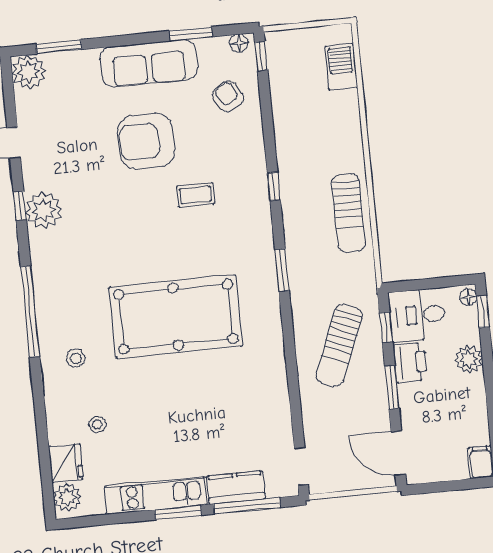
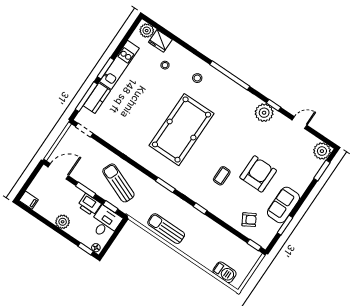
floor lamp: (239, 43) -> (266, 241), removed
sofa: (149, 63) -> (283, 205), width x0.73
plant: (469, 359) -> (63, 222), moved

